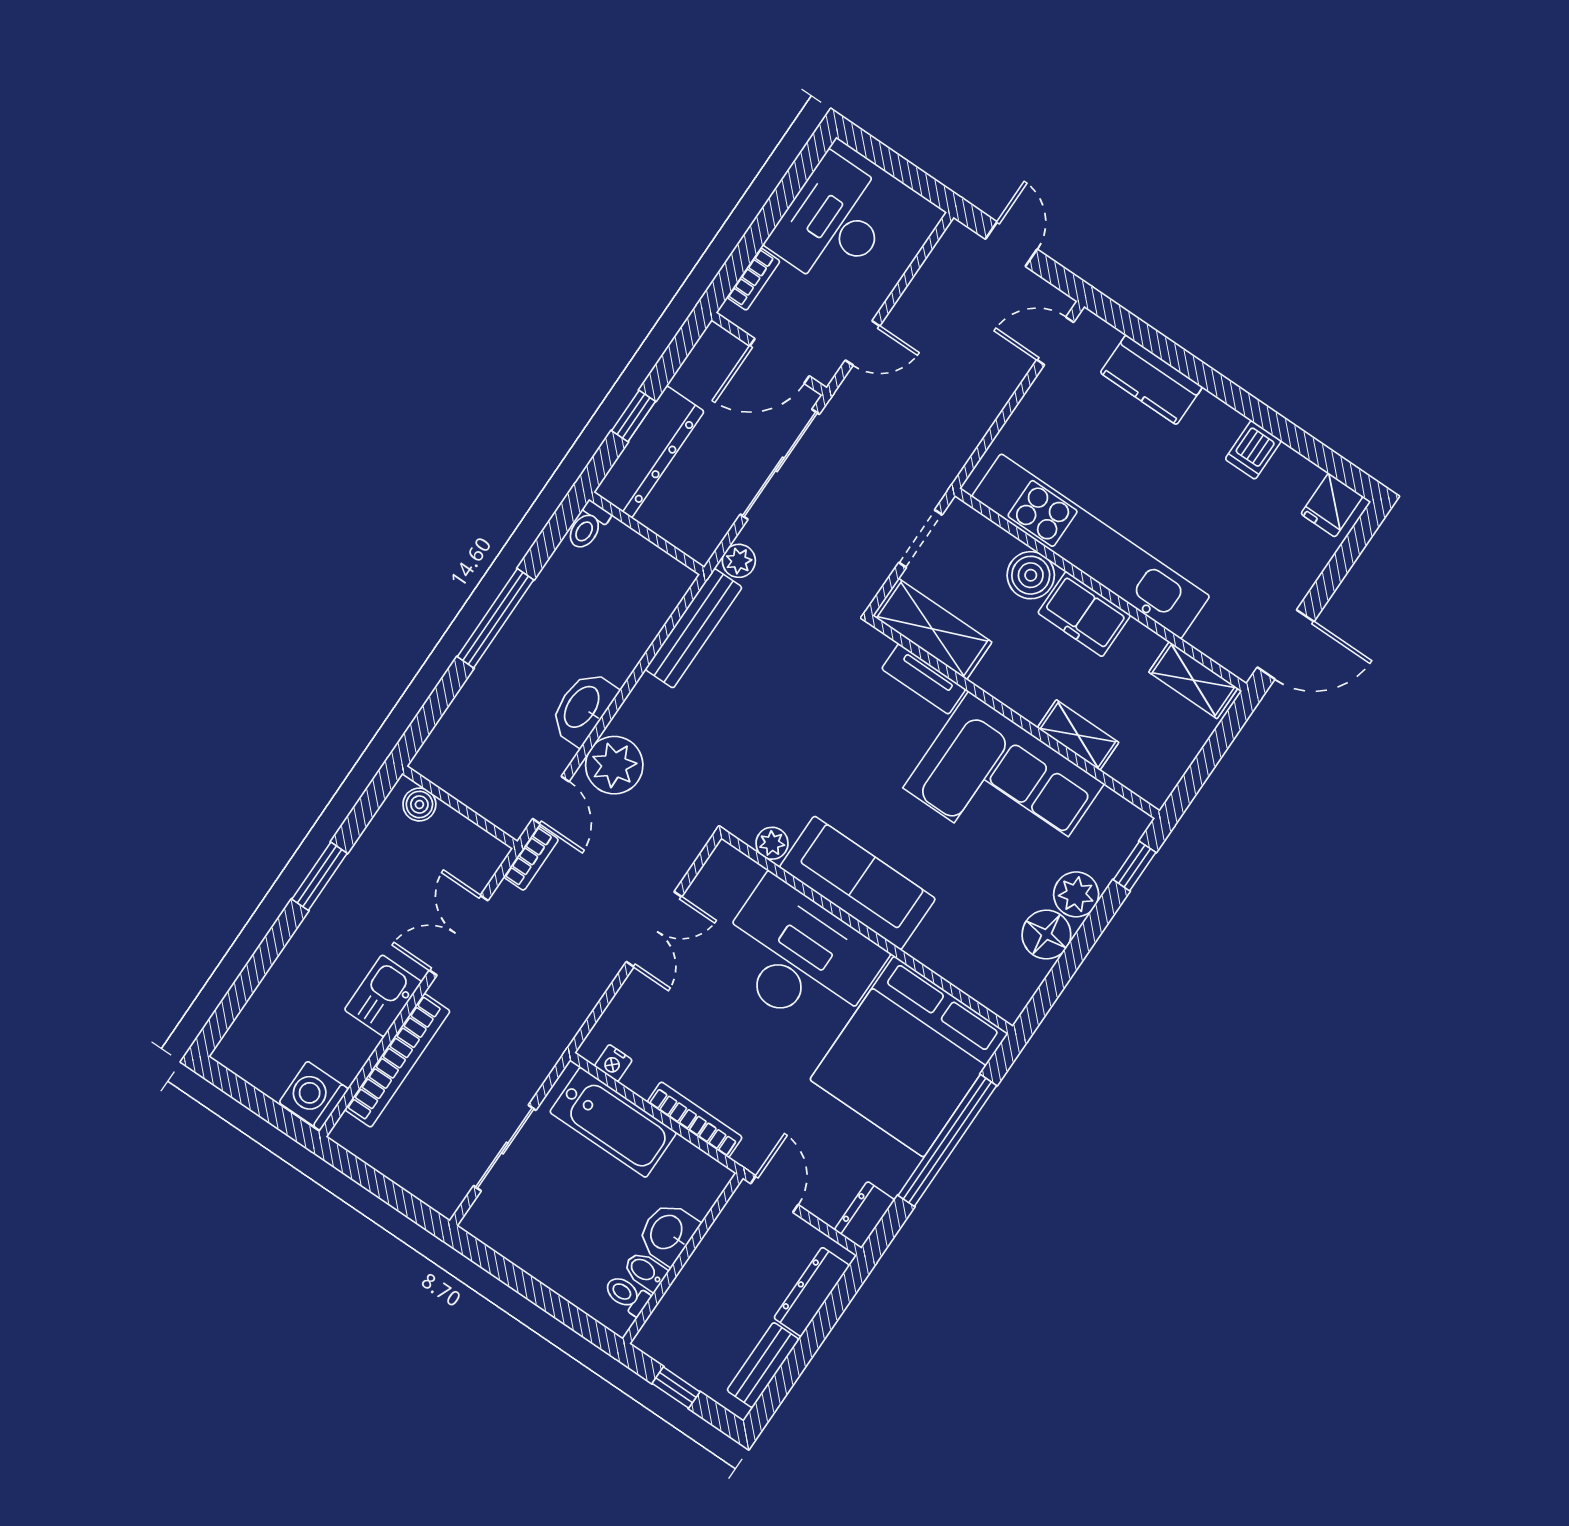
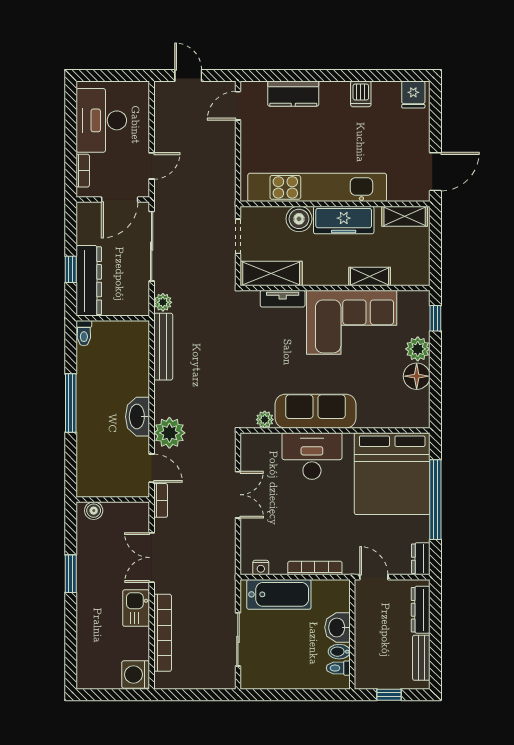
freezer: (1084, 614) -> (344, 220), width x1.40
desk: (798, 958) -> (312, 456), width x0.73, depth x0.77

